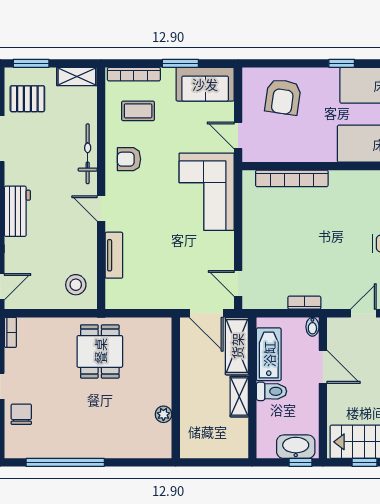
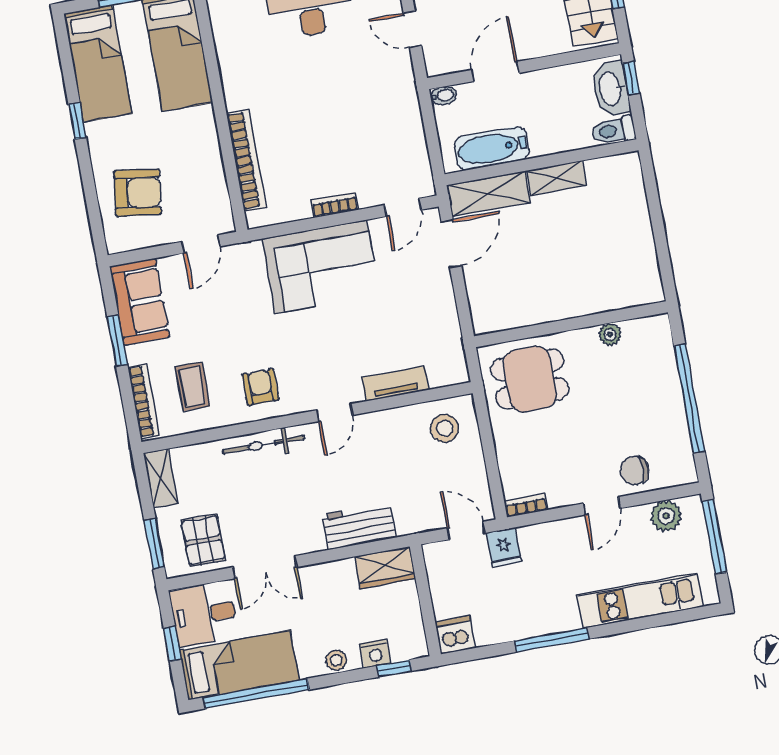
armchair: (129, 159) -> (260, 387), turned 180
corner sofa: (207, 192) -> (321, 267), moved
bookcase: (304, 303) -> (335, 205), moved, turned 90
wall: (176, 388) -> (571, 324), moved
toilet: (272, 391) -> (614, 130), moved, turned -90
plant: (163, 414) -> (610, 334), moved

